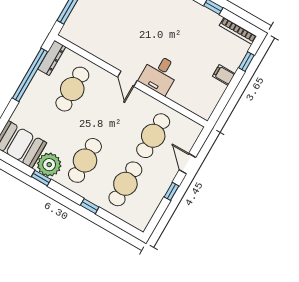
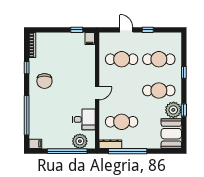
chair: (183, 20) -> (44, 81), added
plant: (78, 21) -> (80, 141), added
window: (246, 62) -> (77, 30), moved
desk: (159, 74) -> (84, 119), moved
filing cabinet: (224, 75) -> (90, 39), moved
door: (187, 164) -> (126, 30), swing flipped

